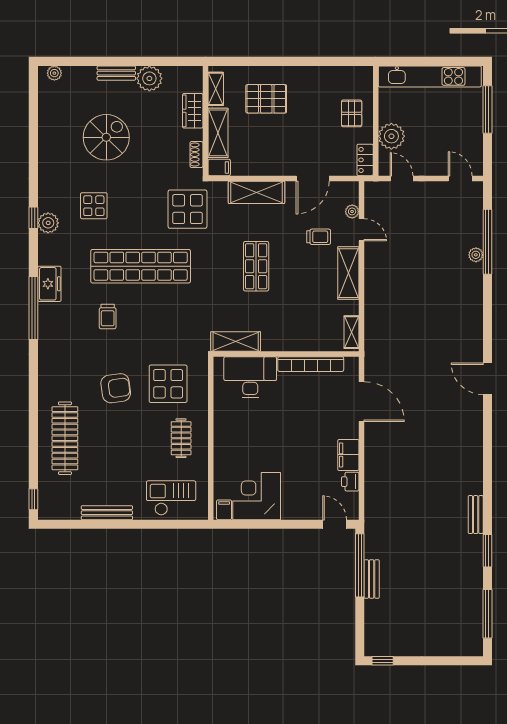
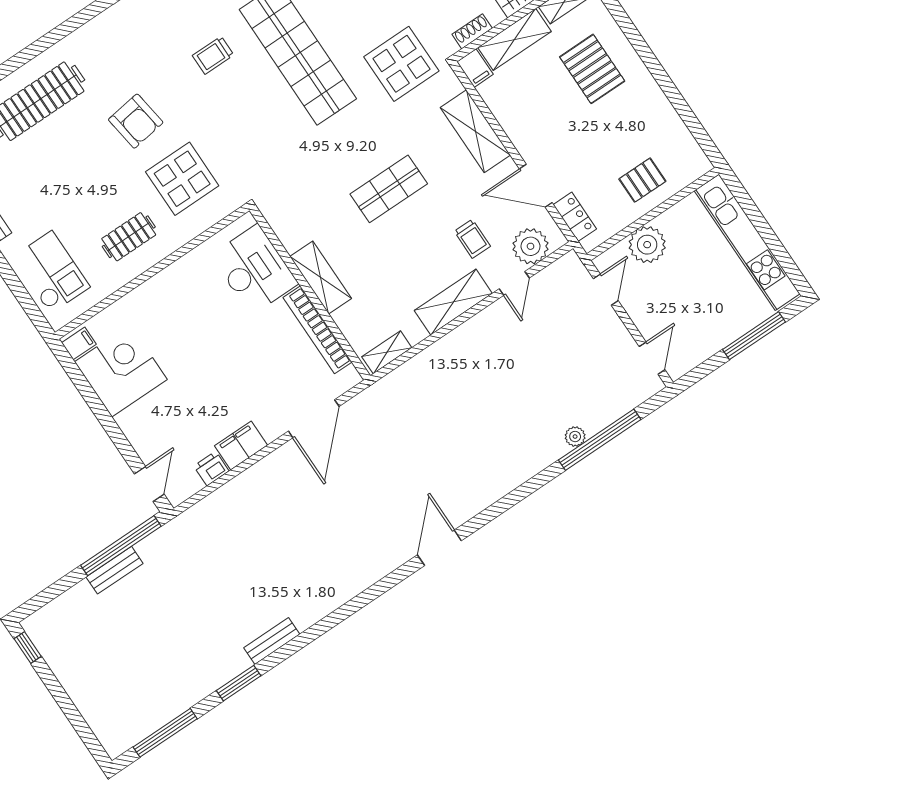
locker: (365, 160) -> (575, 217), moved, turned 90
plant: (352, 211) -> (530, 246), width x1.87, depth x1.87
shelving: (236, 341) -> (321, 278), moved

